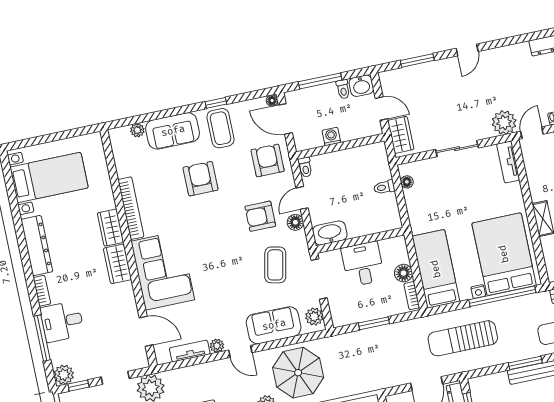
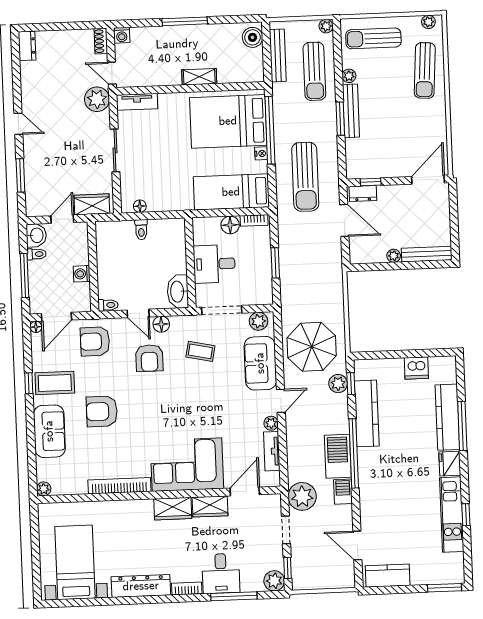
plant: (137, 130) -> (44, 489), moved
wardrobe: (110, 228) -> (210, 506), moved
coffee table: (275, 265) -> (200, 351), width x0.73, depth x0.77

